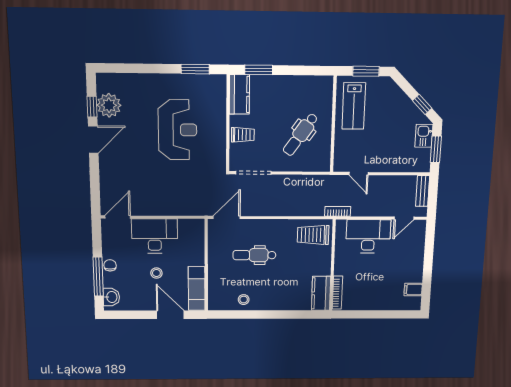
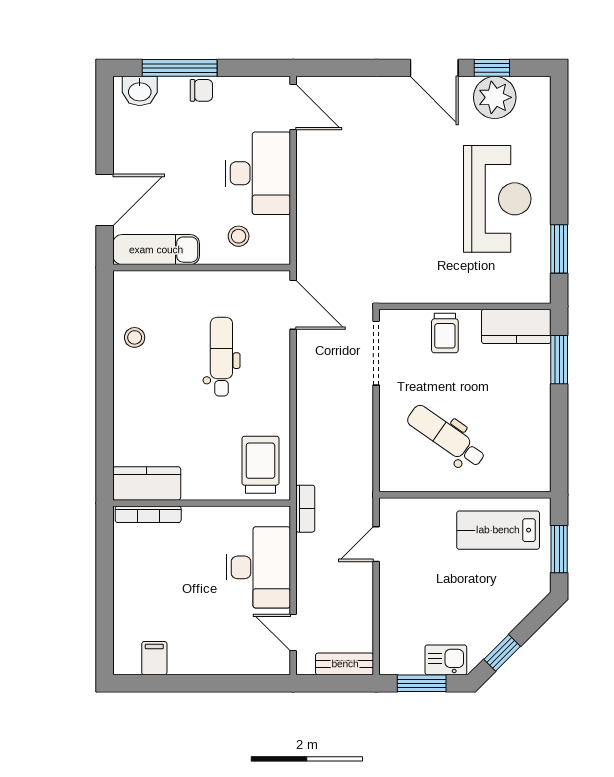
reception desk: (178, 130) -> (497, 199), moved, turned -90
stool: (156, 273) -> (239, 236), moved

